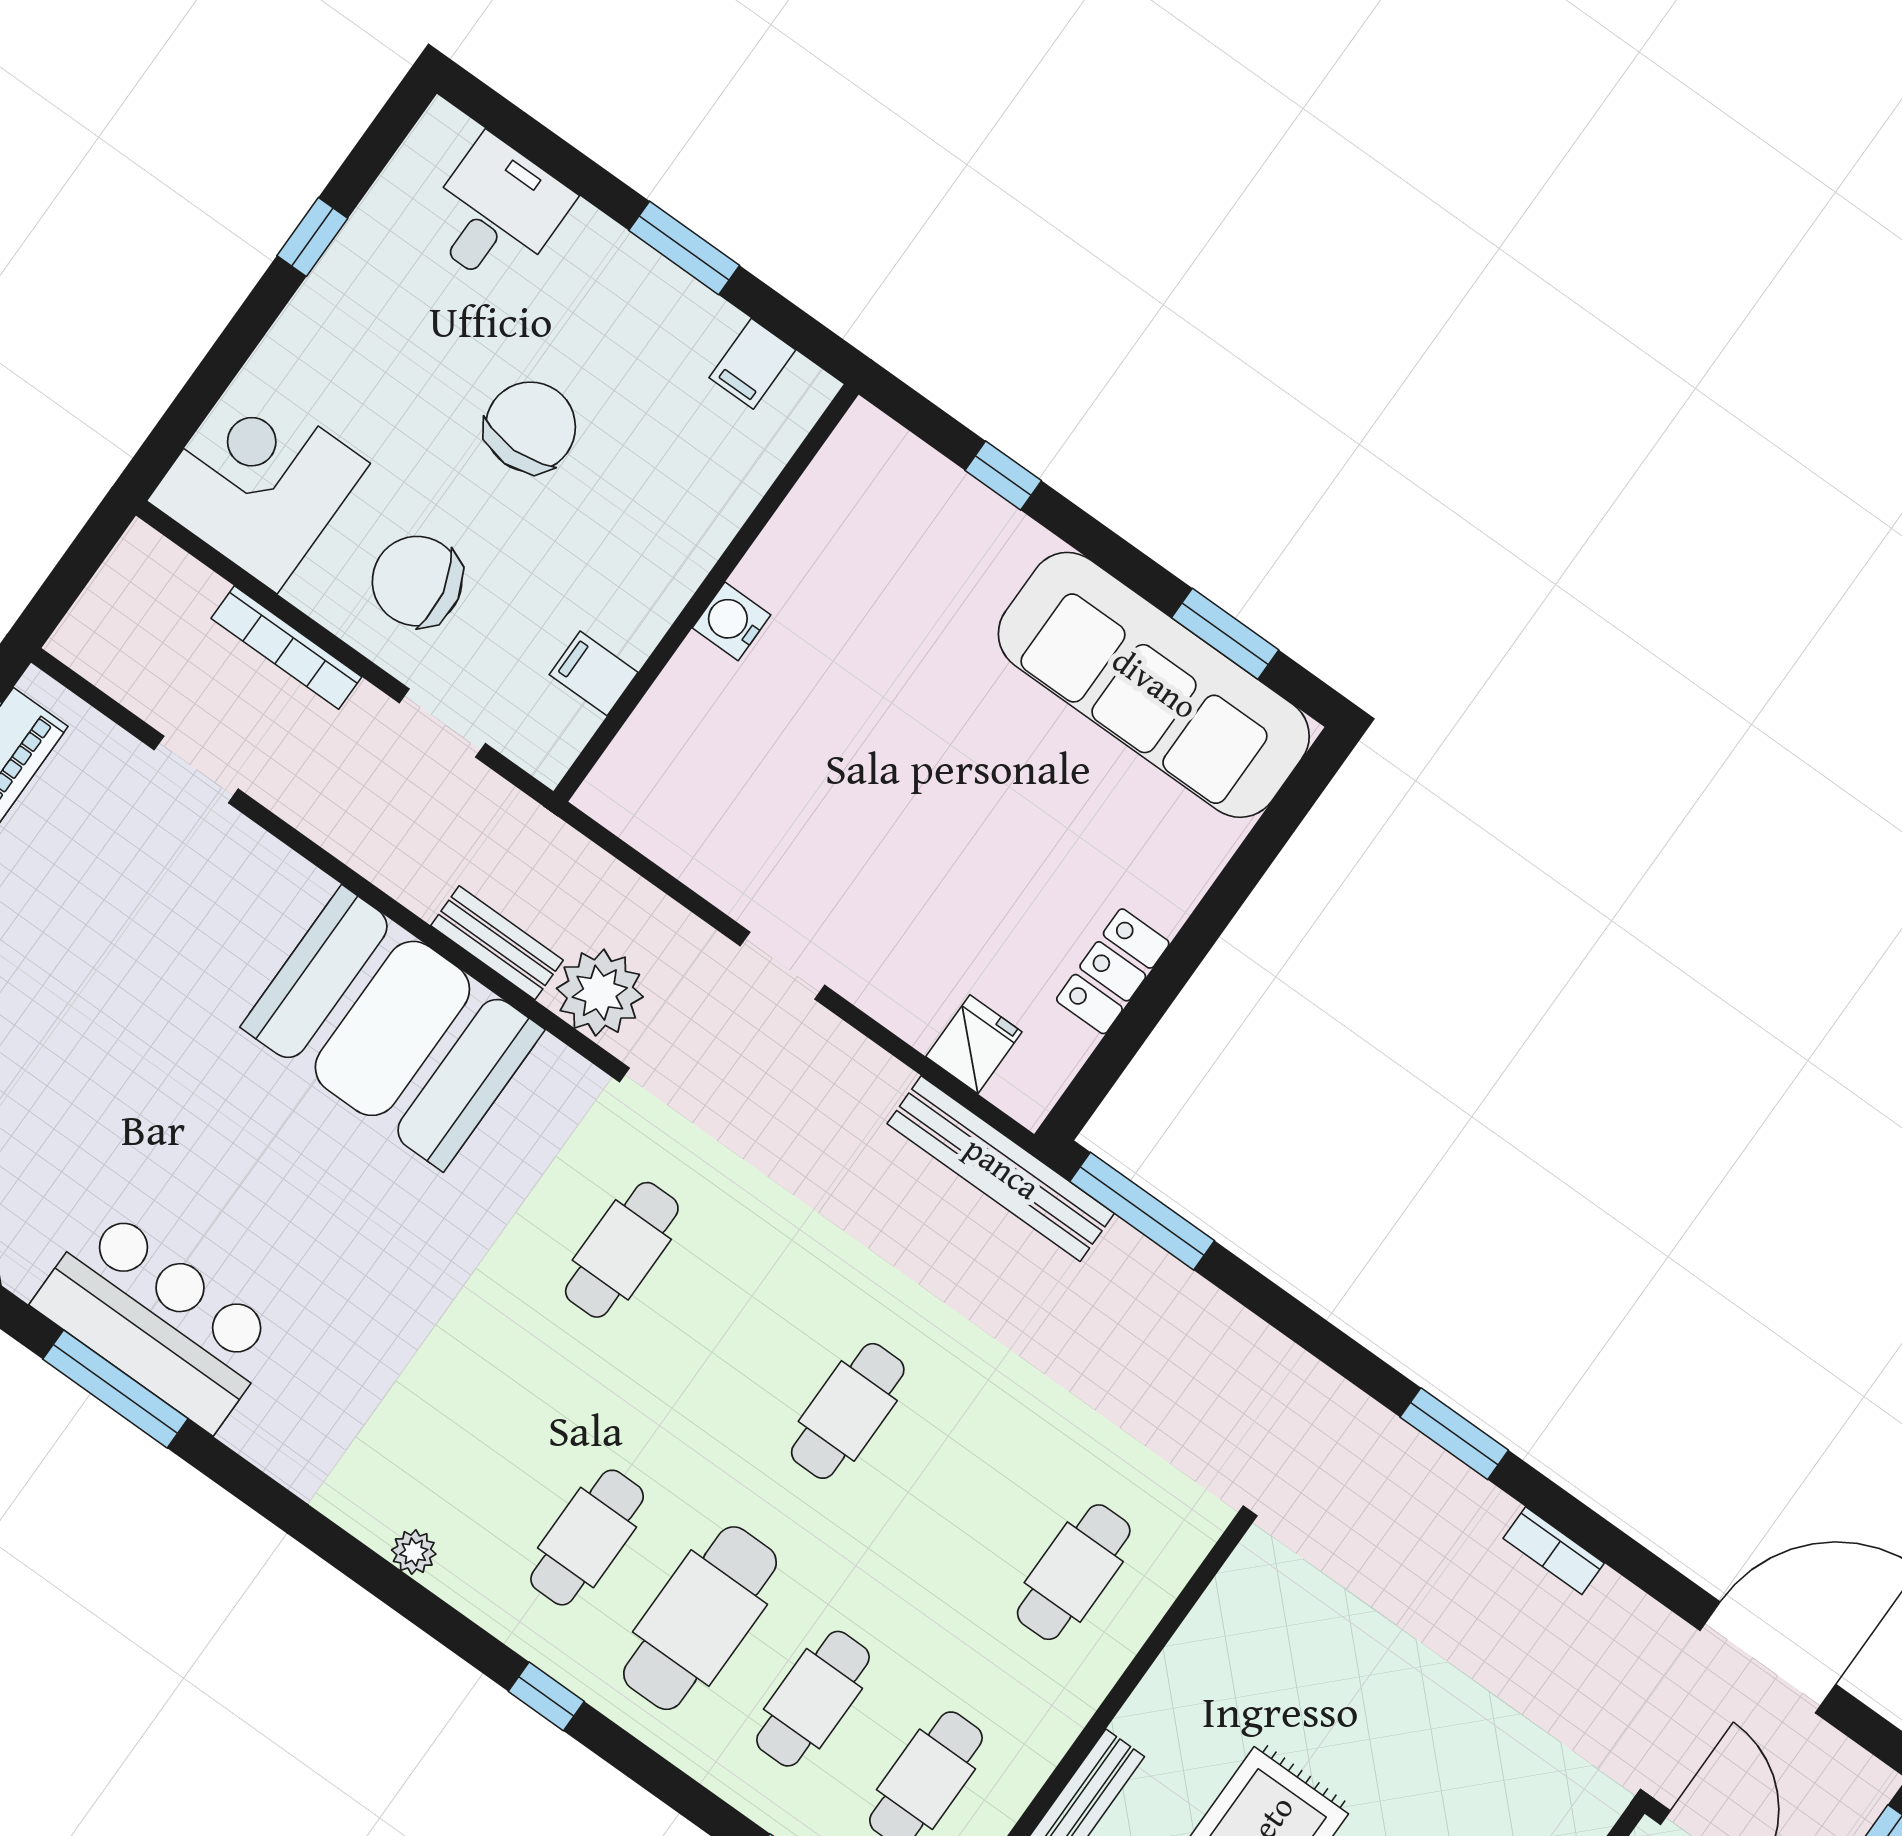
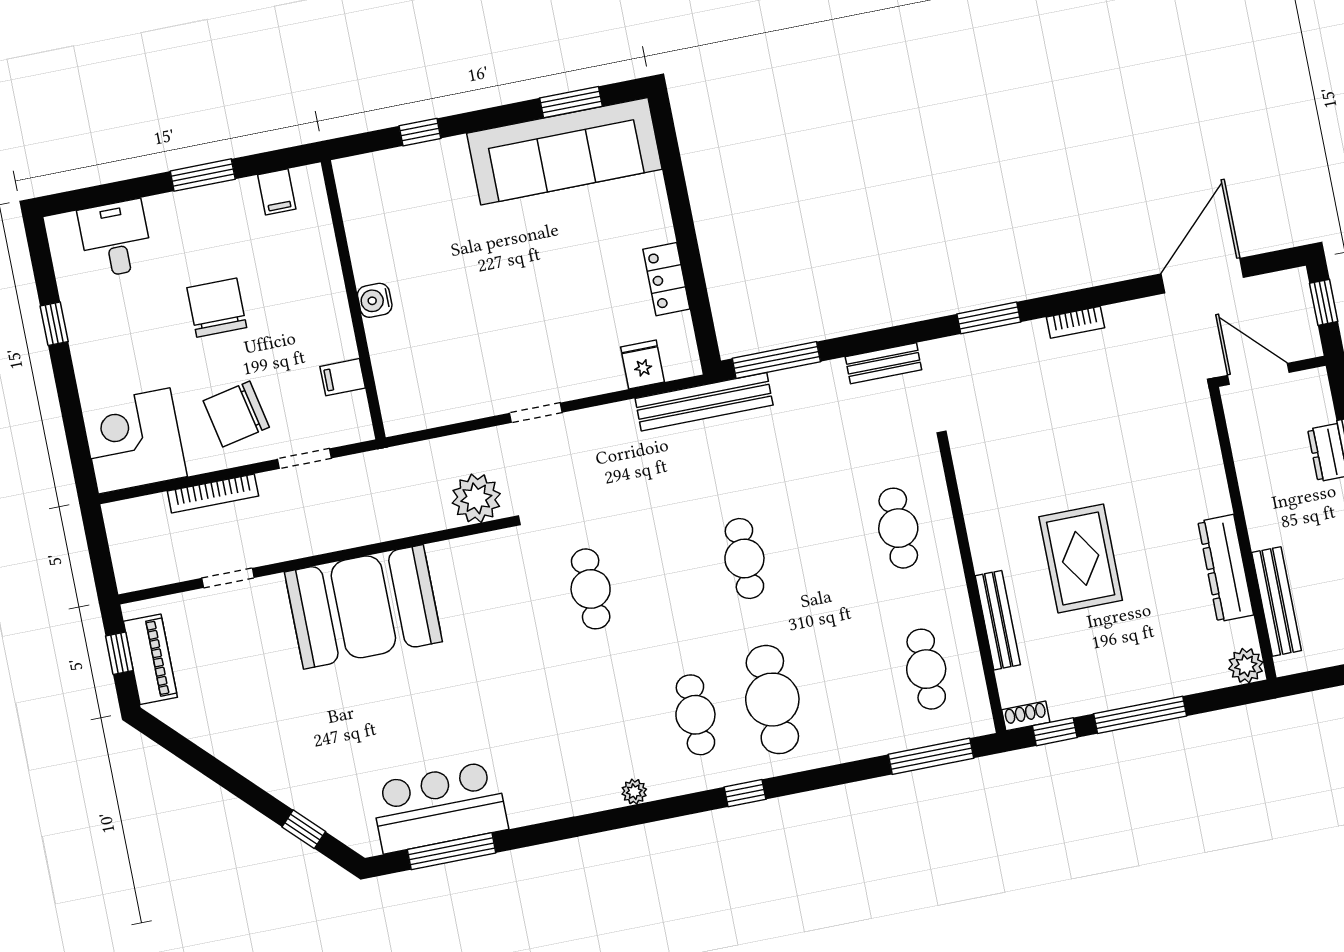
bench: (497, 943) -> (883, 363), moved
booth: (392, 1028) -> (363, 607), moved
cafe table: (813, 1699) -> (849, 684), removed

